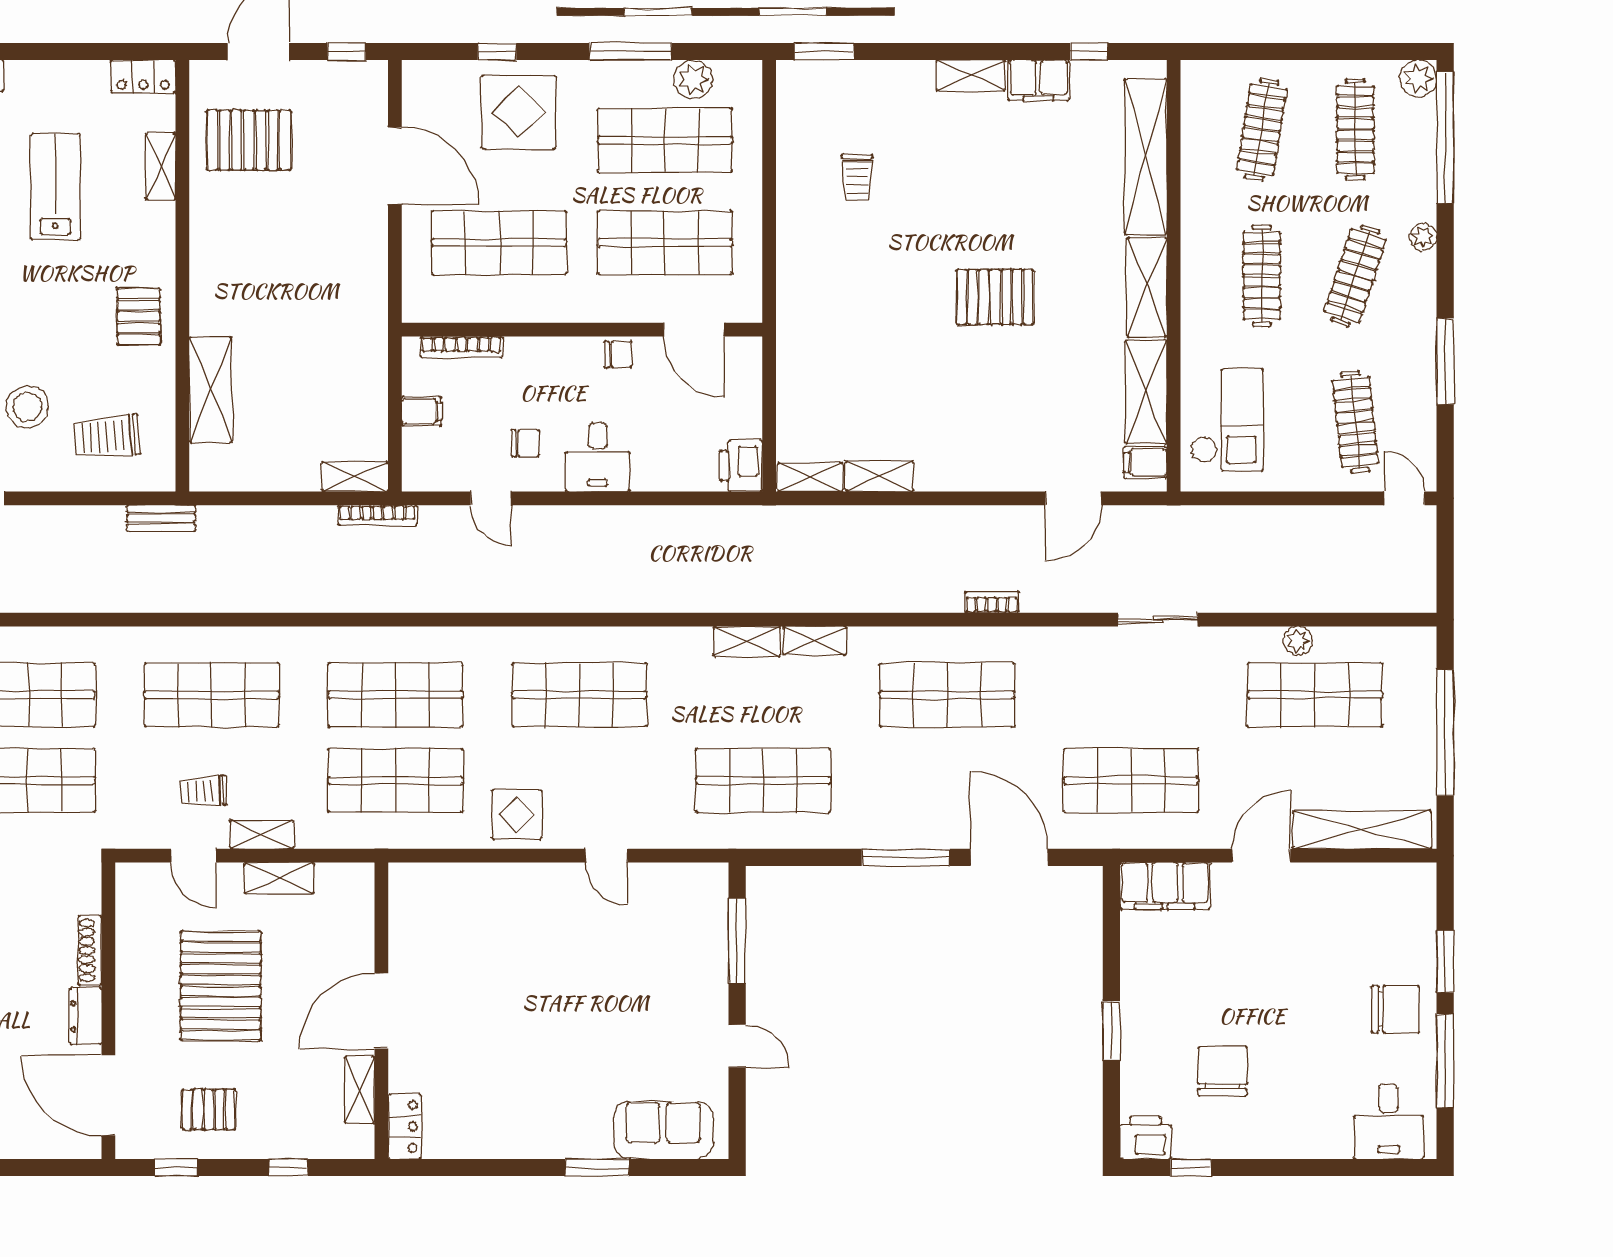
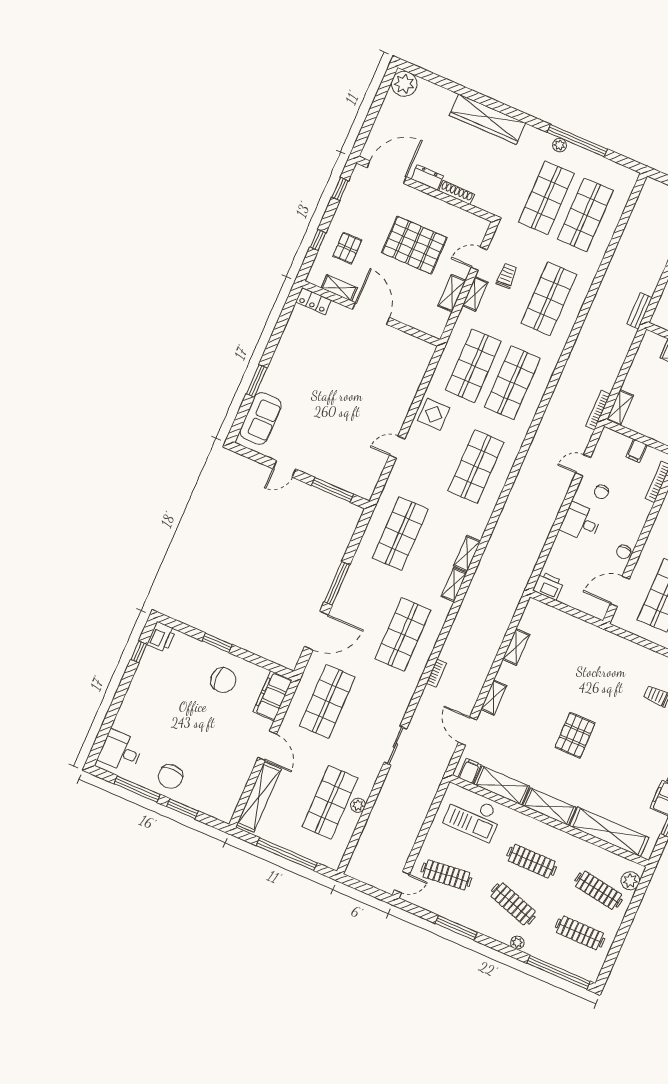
plant: (1418, 78) -> (630, 881), moved
shelving: (810, 477) -> (494, 698), moved
chair: (1222, 1072) -> (223, 680), moved
pallet: (209, 1109) -> (347, 248), moved

